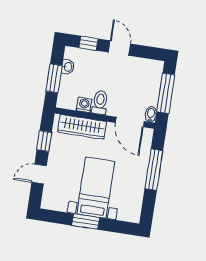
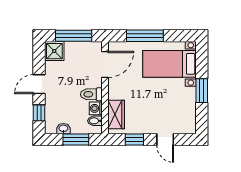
shower: (152, 70) -> (54, 51), added
bidet: (151, 114) -> (95, 121), moved
wardrobe: (82, 127) -> (116, 114), width x0.67
bed with nightstands: (96, 188) -> (169, 64), moved

